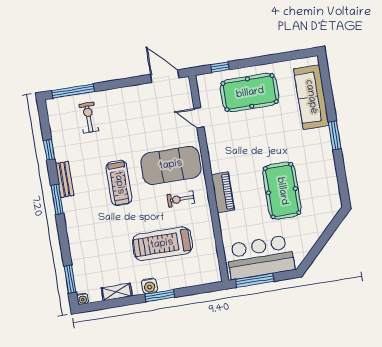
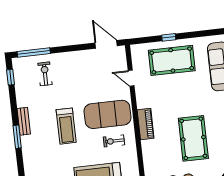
window: (220, 67) -> (169, 37), moved
window: (49, 150) -> (11, 77), moved
piano: (223, 192) -> (146, 124), moved

